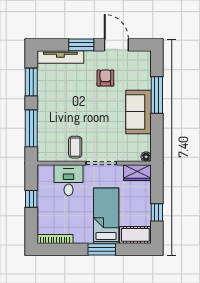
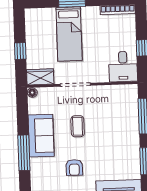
coffee table: (75, 147) -> (78, 126), moved
desk: (69, 180) -> (123, 67), moved
window: (157, 212) -> (20, 51), moved
cot: (135, 235) -> (40, 16), removed

